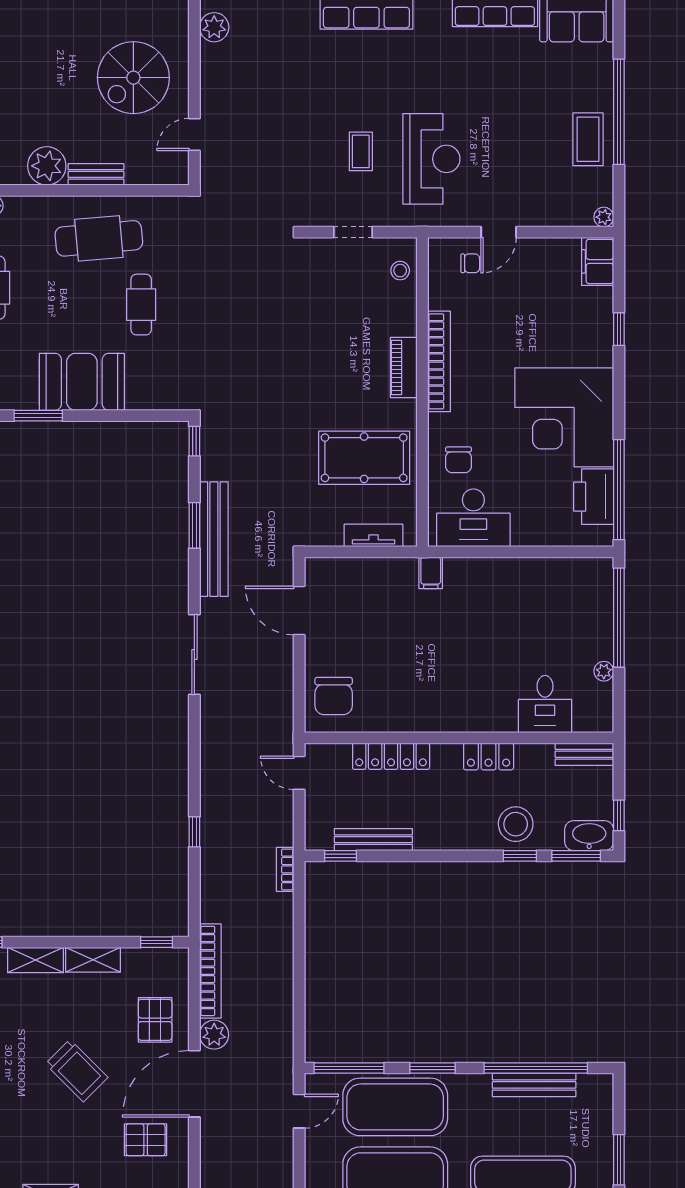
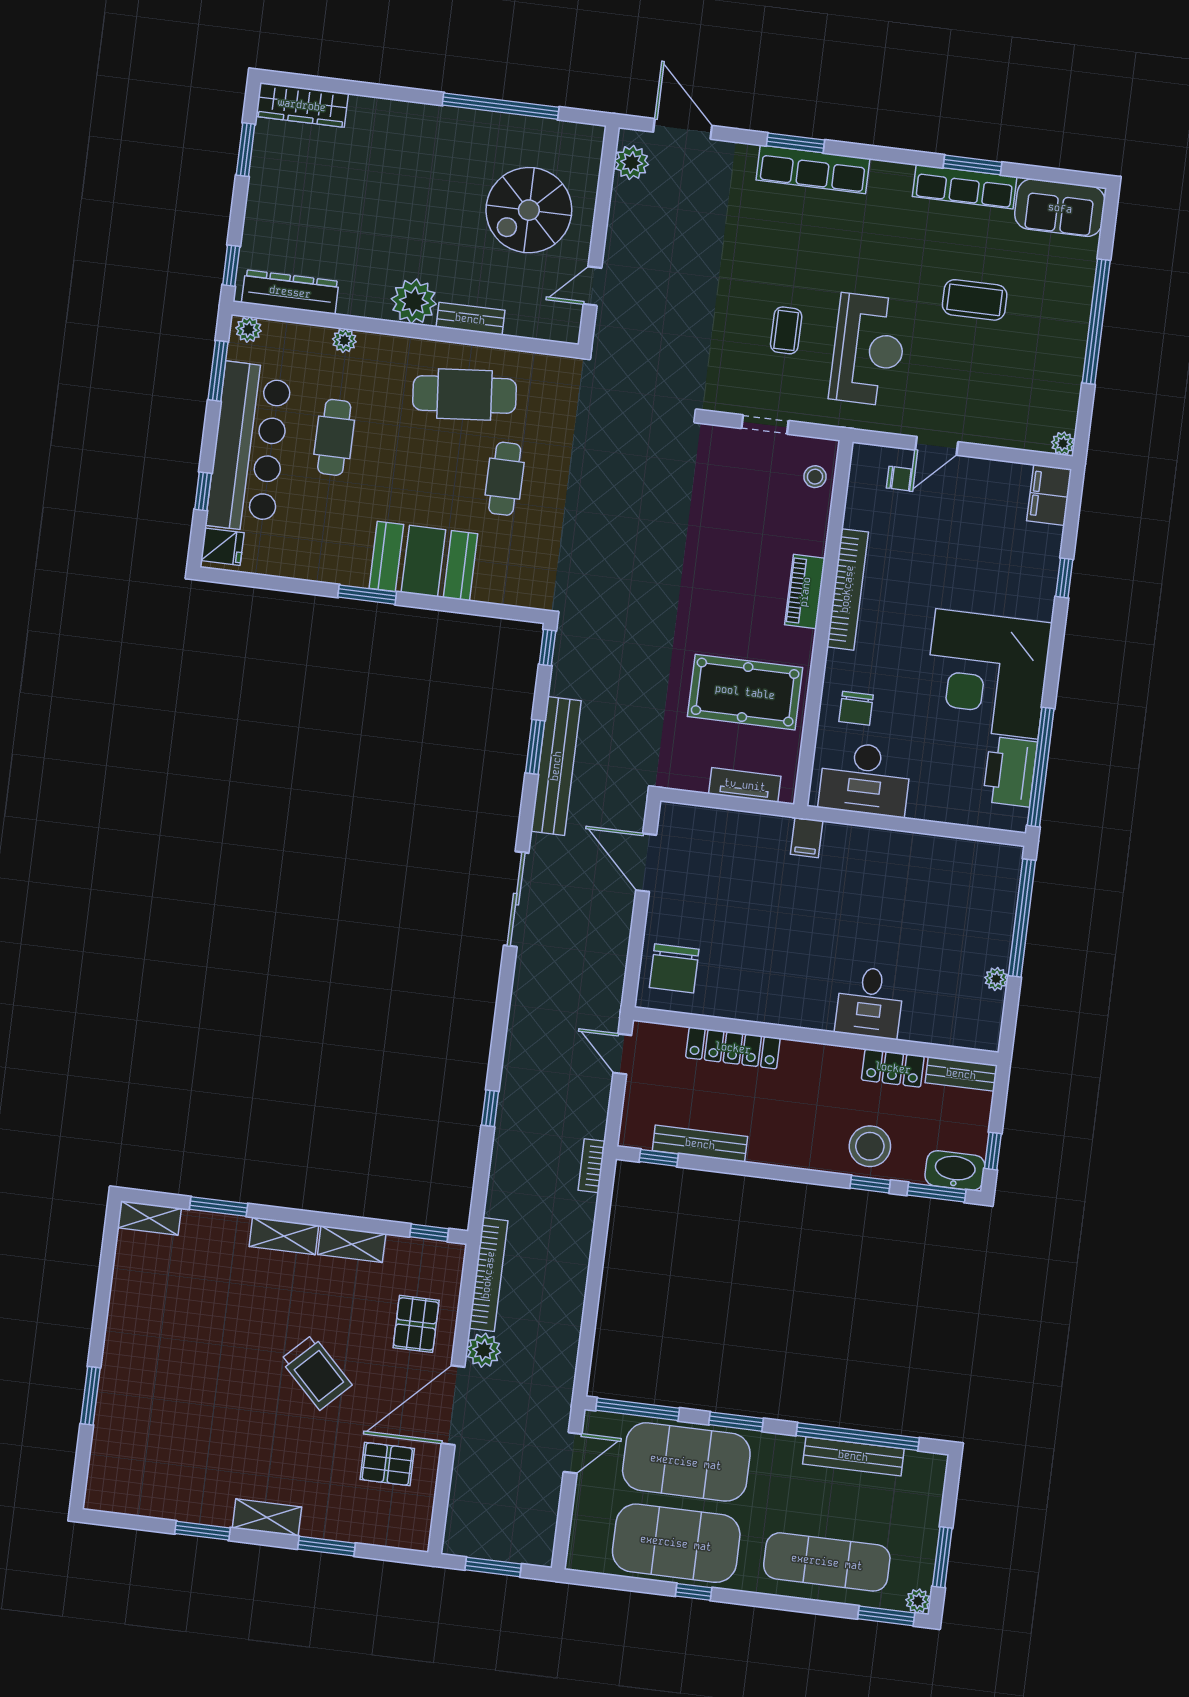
coffee table: (588, 139) -> (975, 300), moved, turned 90
desk: (545, 704) -> (870, 1002), moved
locker: (489, 756) -> (893, 1068), moved

